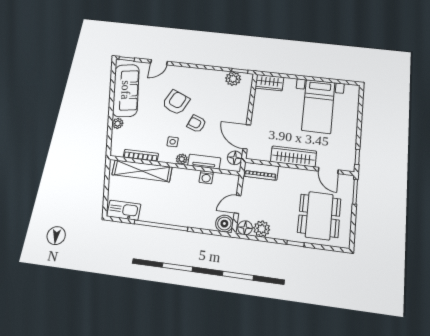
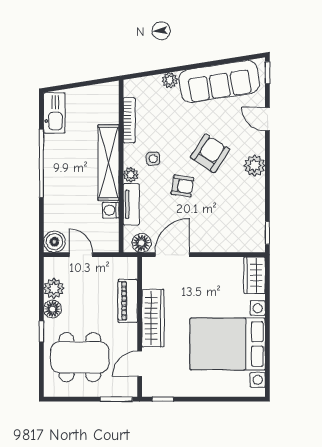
plant: (233, 79) -> (254, 166), moved
armchair: (176, 102) -> (210, 153), turned -81
bed with nightstands: (318, 106) -> (228, 344), width x1.36
armchair: (197, 124) -> (182, 186), turned 79
shelving: (142, 171) -> (108, 163), moved
piano: (261, 171) -> (128, 301), moved
floor lamp: (245, 228) -> (52, 309), moved

